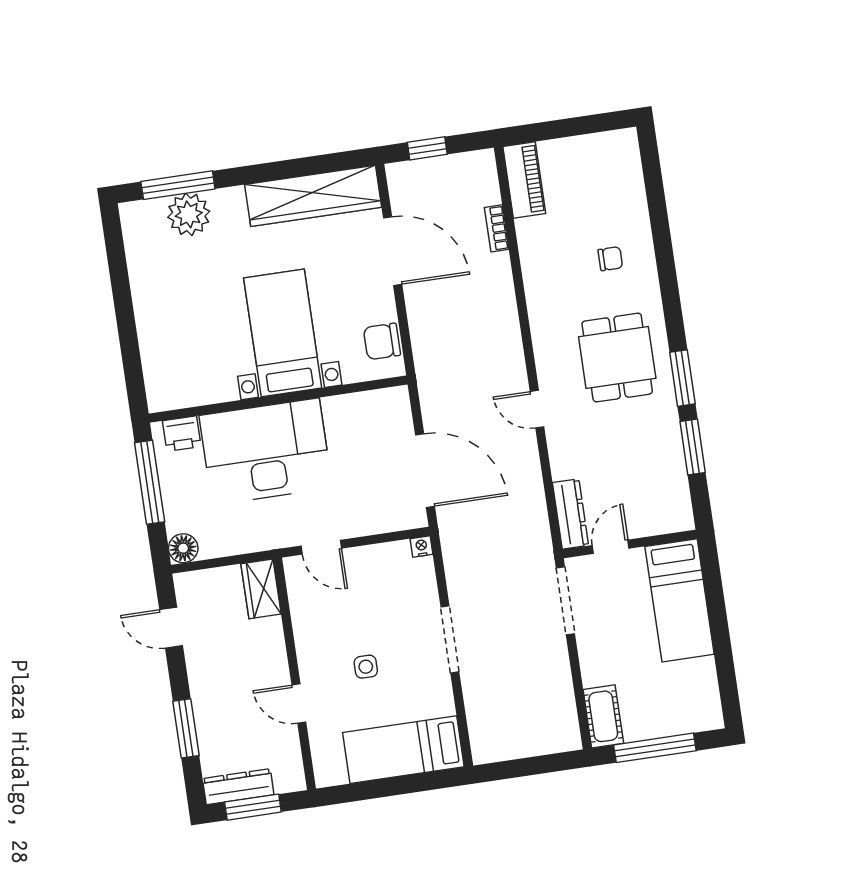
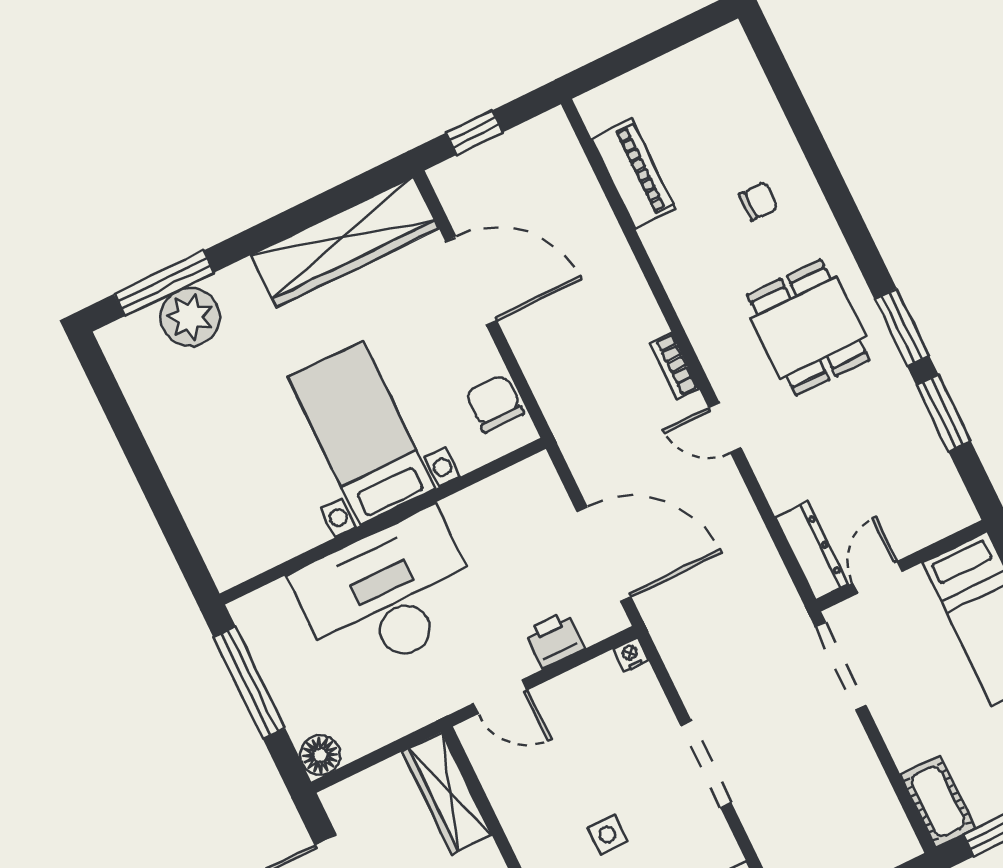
piano: (524, 180) -> (633, 174), moved
bookcase: (497, 228) -> (674, 366), moved
chair: (382, 341) -> (495, 403), turned 90
printer: (182, 434) -> (555, 640), moved, turned 180
wardrobe: (261, 589) -> (447, 793), width x1.50

